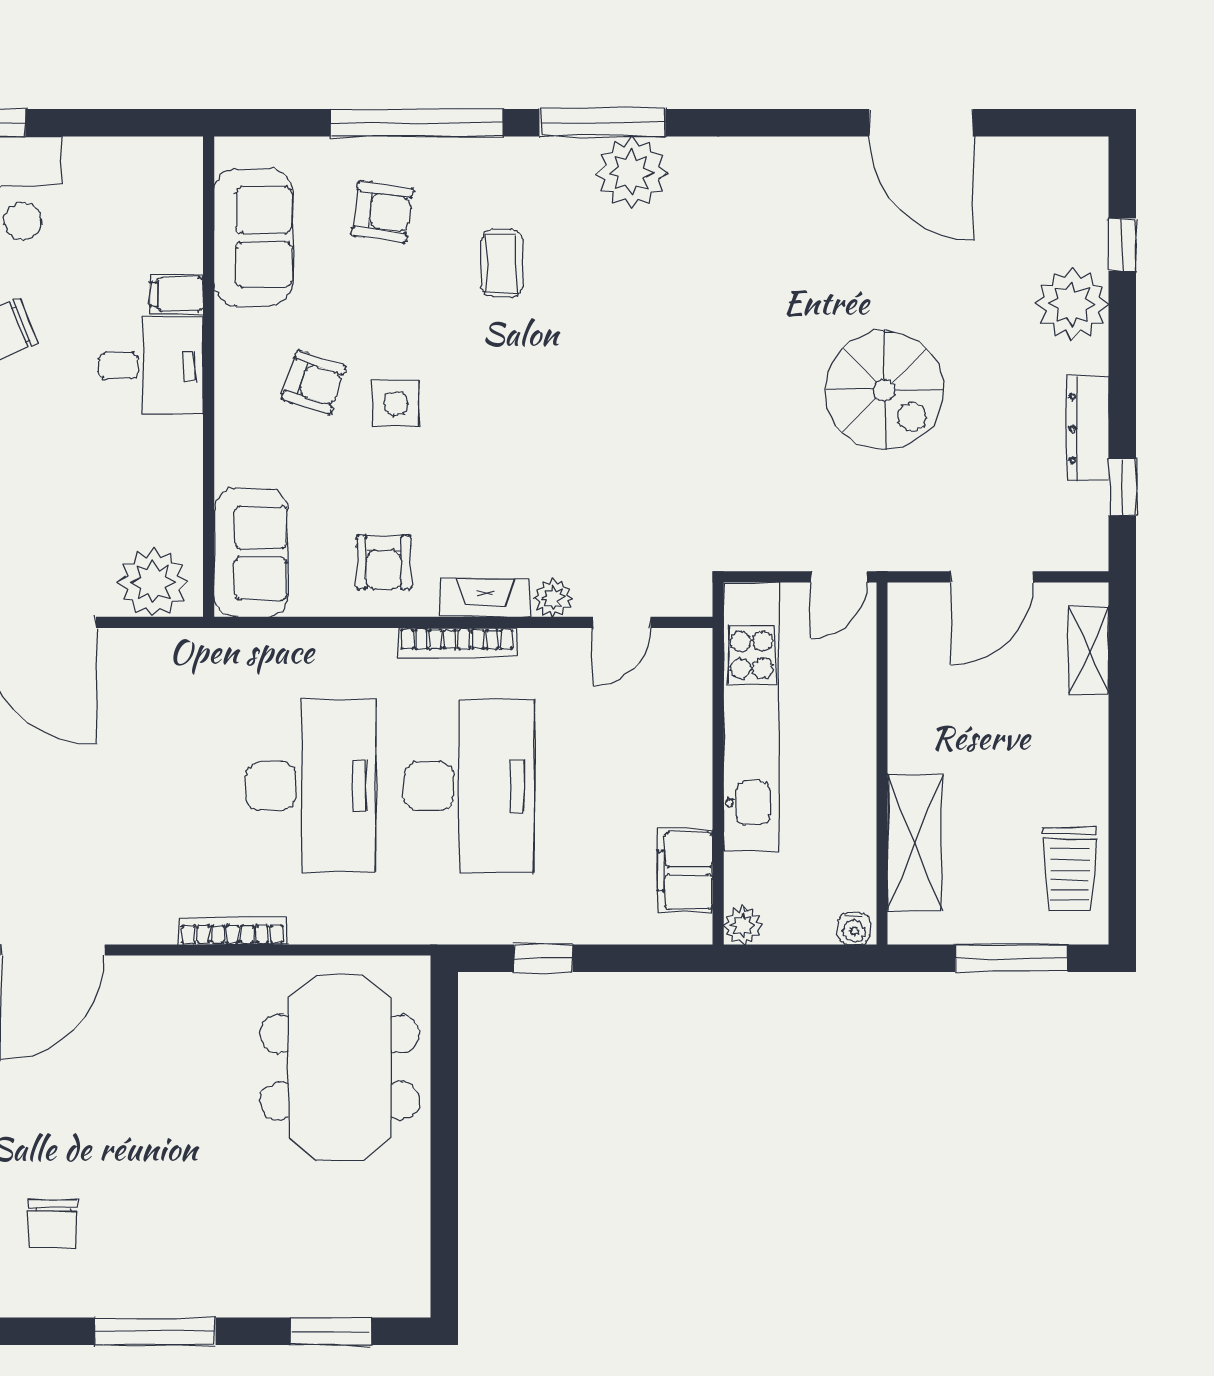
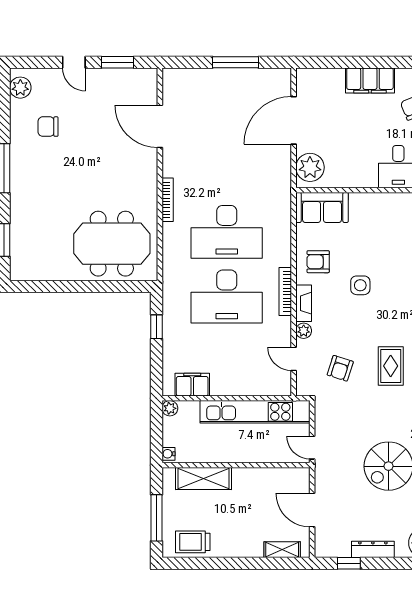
armchair: (314, 382) -> (340, 368), moved
rug: (639, 385) -> (391, 366), added
side table: (396, 404) -> (360, 285), moved

